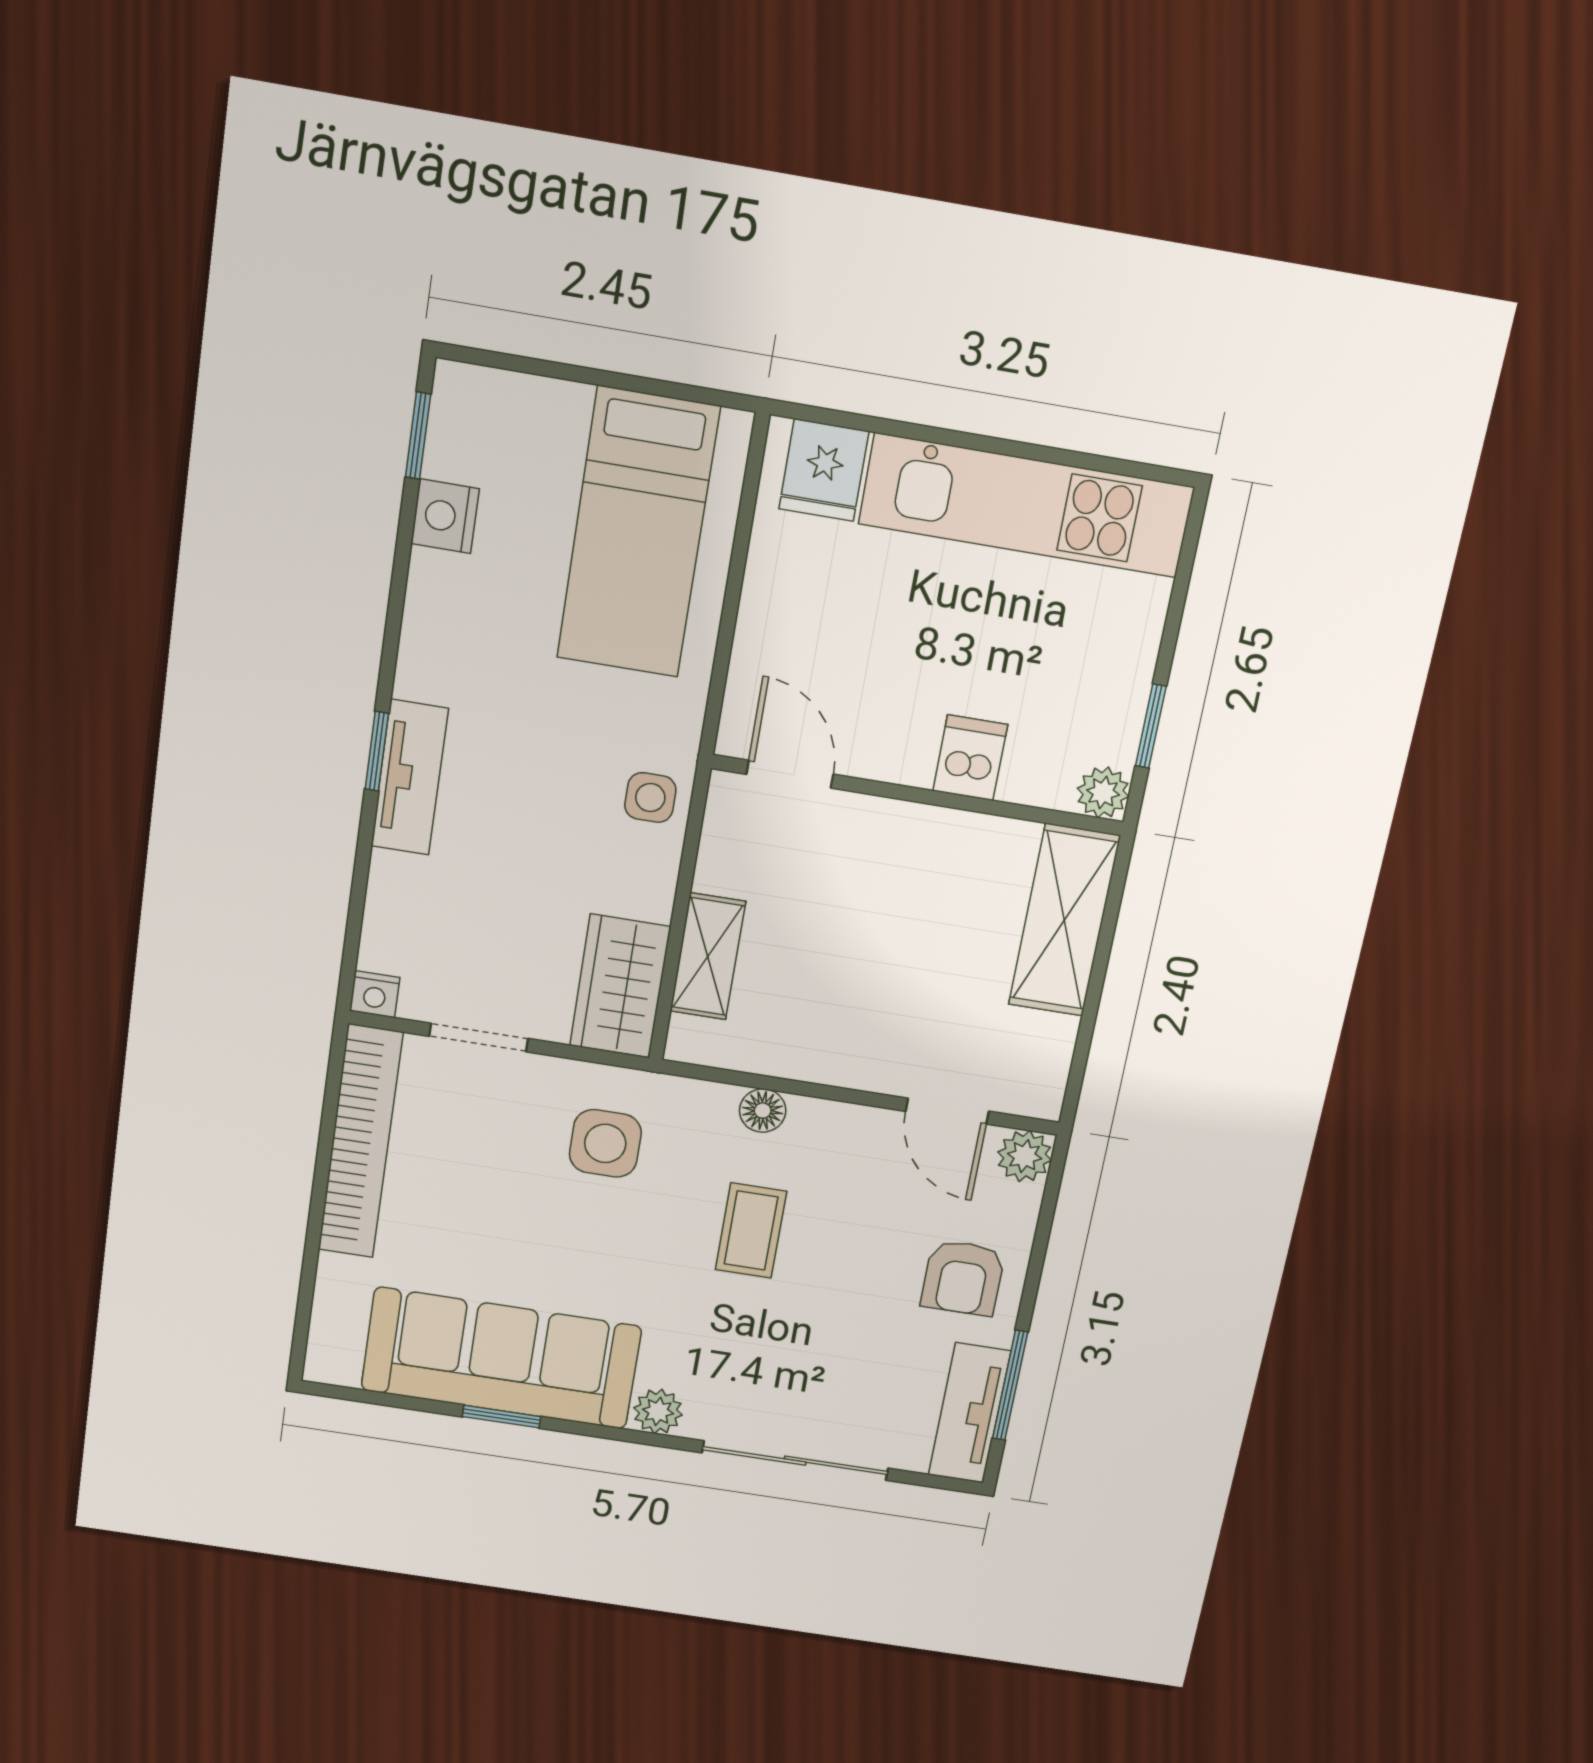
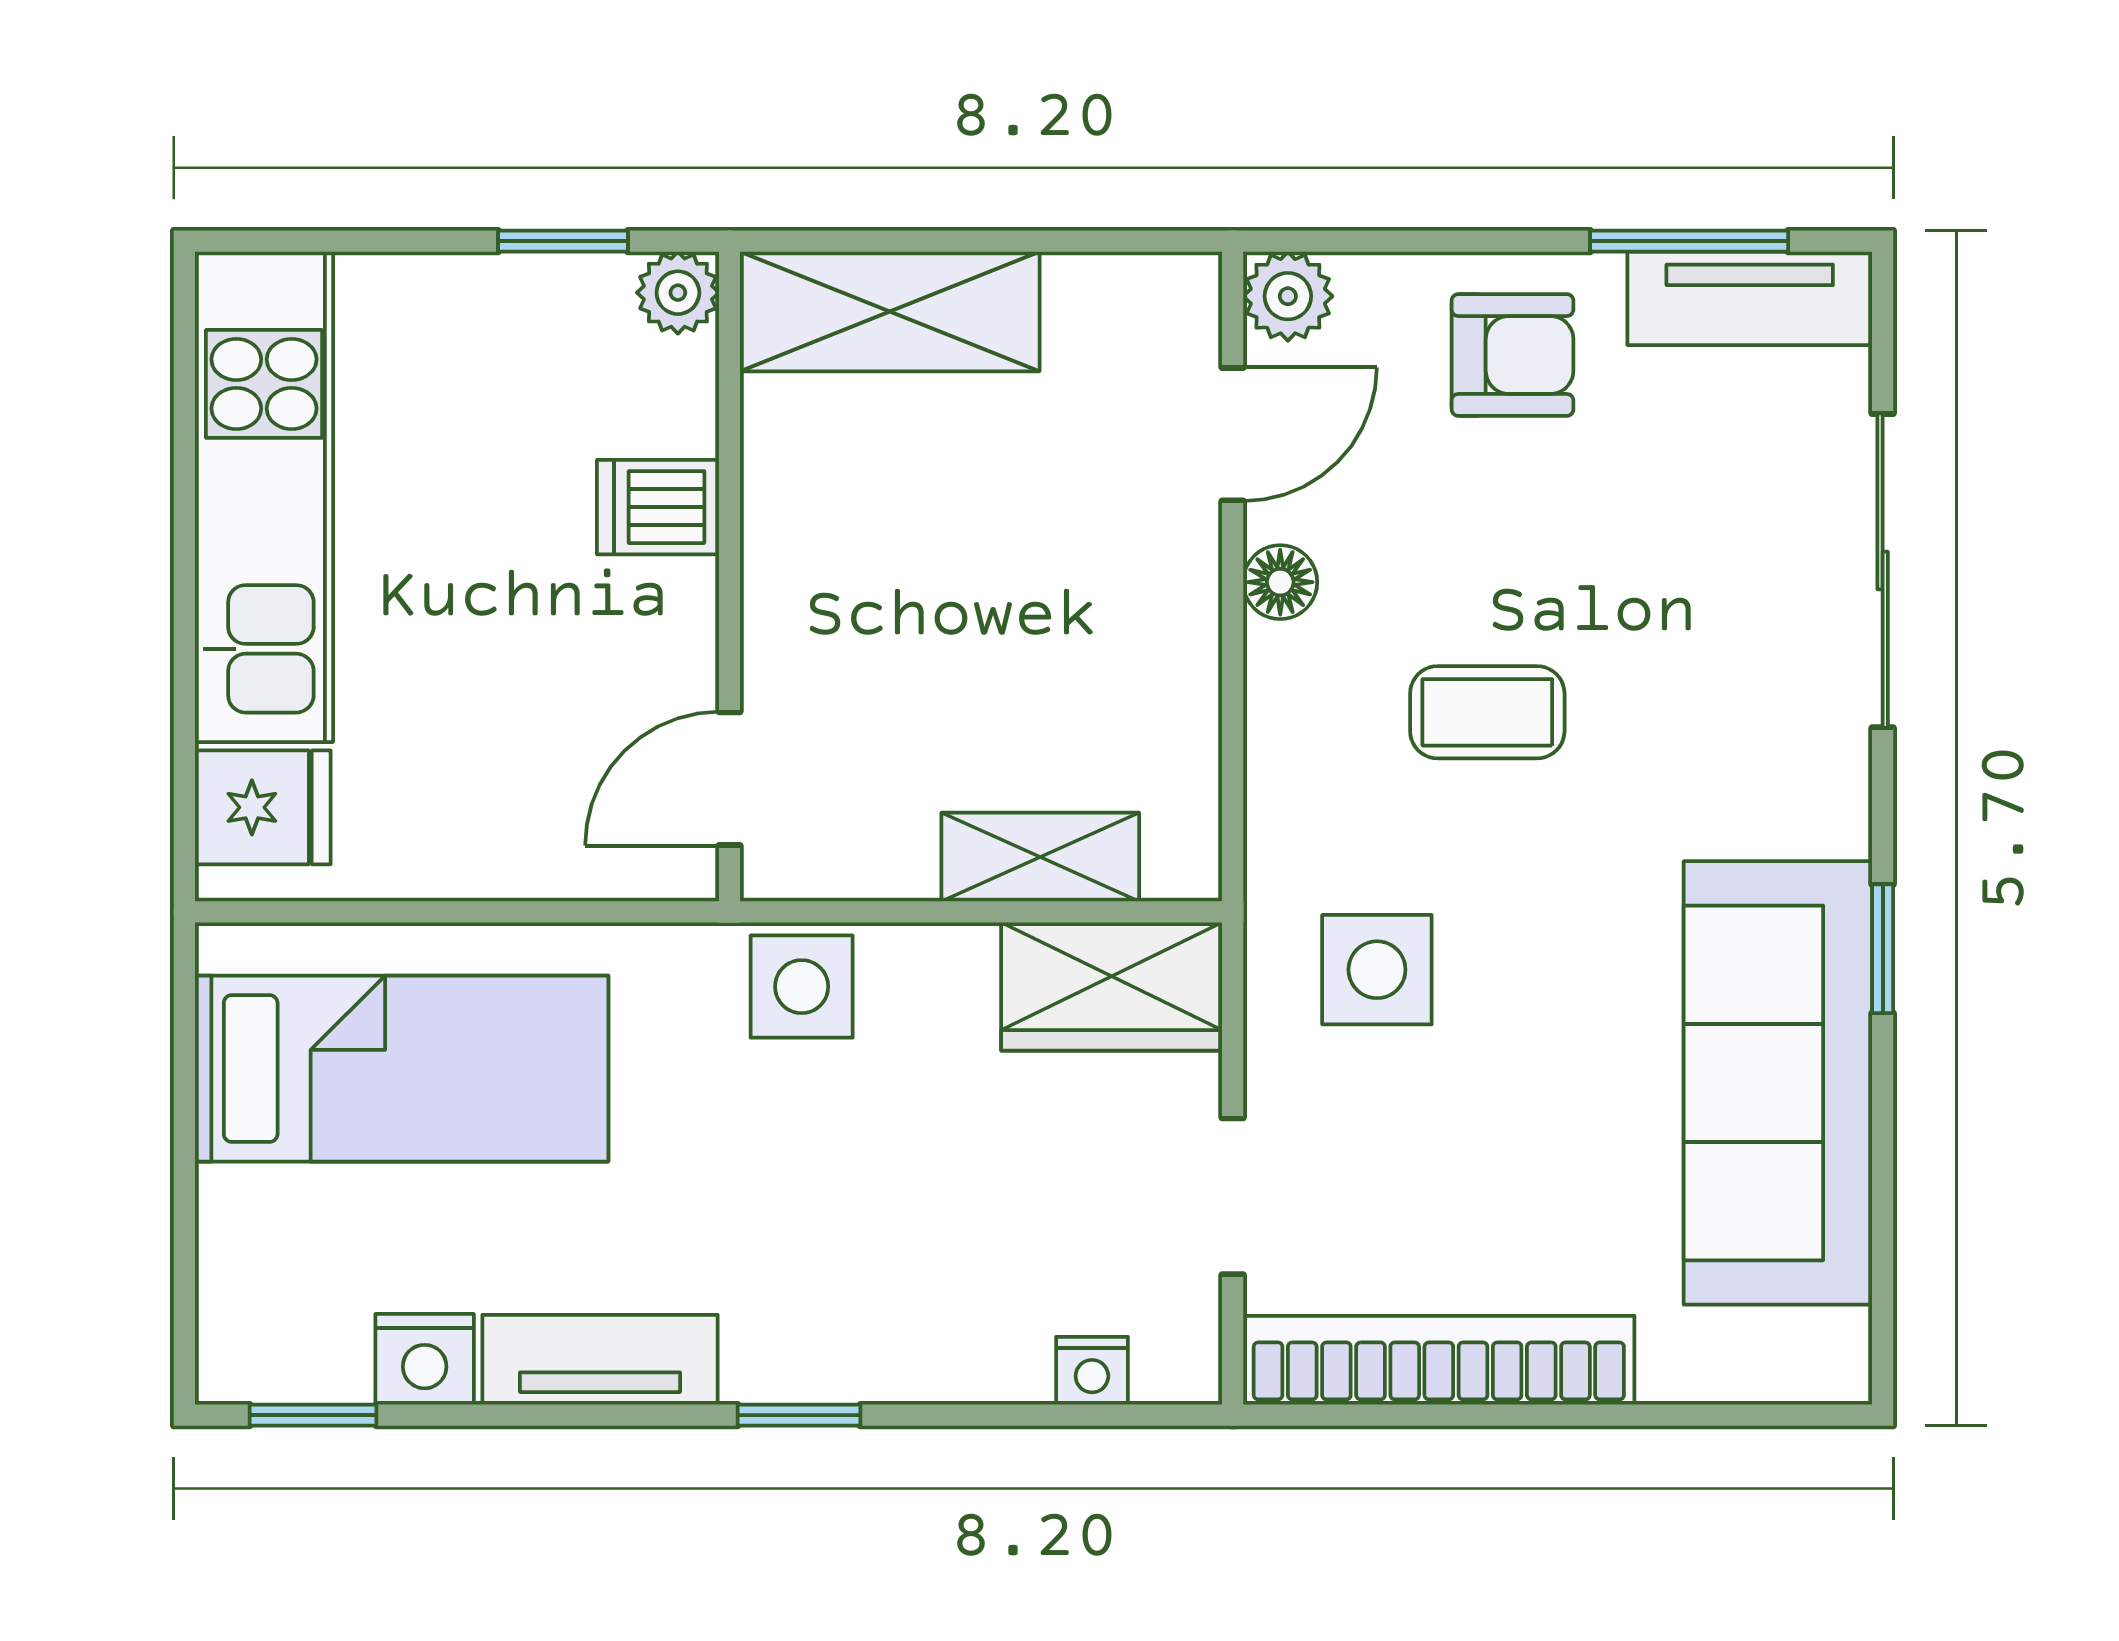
tv unit: (410, 777) -> (600, 1360), moved
side table: (650, 798) -> (802, 987), width x1.37, depth x1.37
nightstand: (375, 994) -> (1092, 1371), moved, turned 90
floor lamp: (763, 1111) -> (1280, 582), moved
plant: (658, 1411) -> (1831, 812), removed
window: (502, 1417) -> (1883, 949), moved

